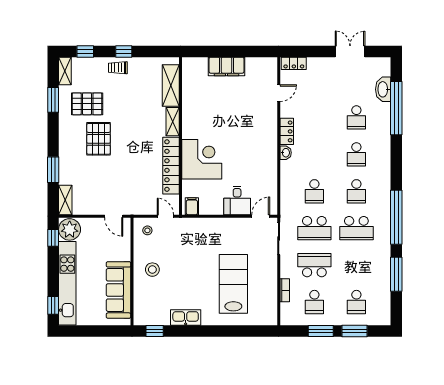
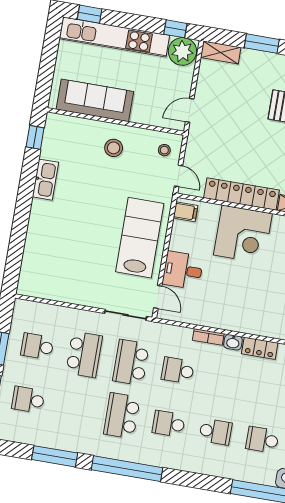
school desk: (356, 154) -> (215, 432), turned 180
door: (165, 216) -> (178, 176), hinge flipped
lab bench: (233, 284) -> (140, 238), moved, turned -90
bookcase: (285, 290) -> (208, 337), moved

